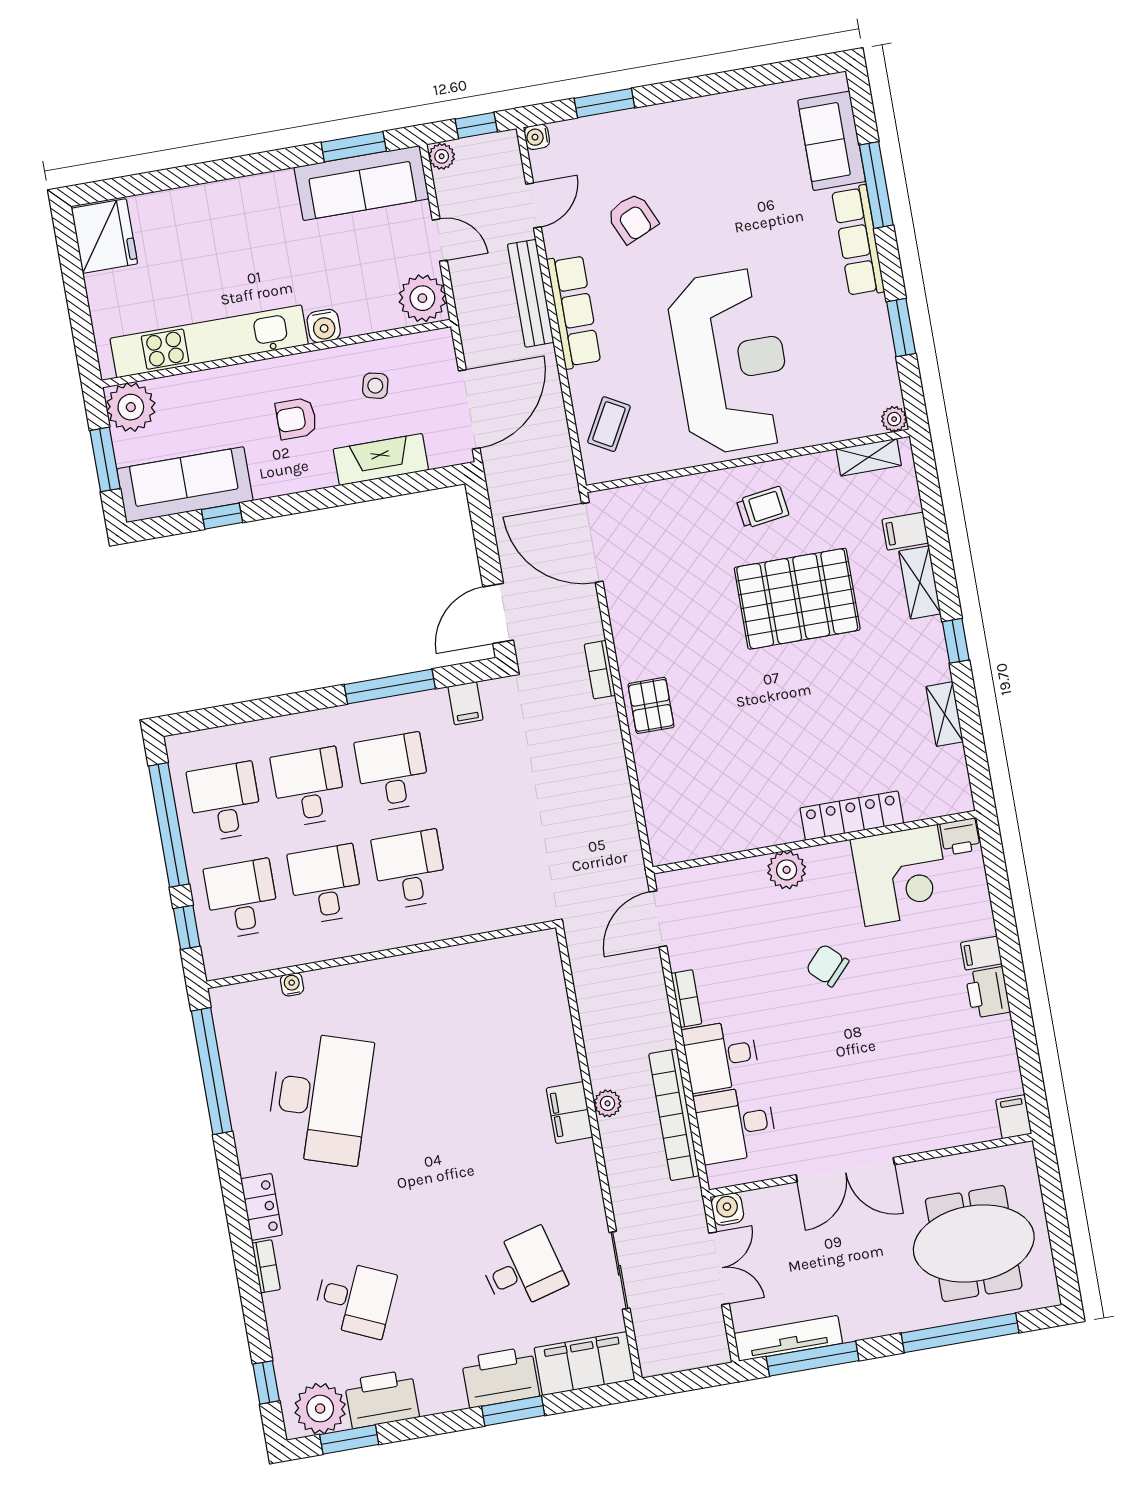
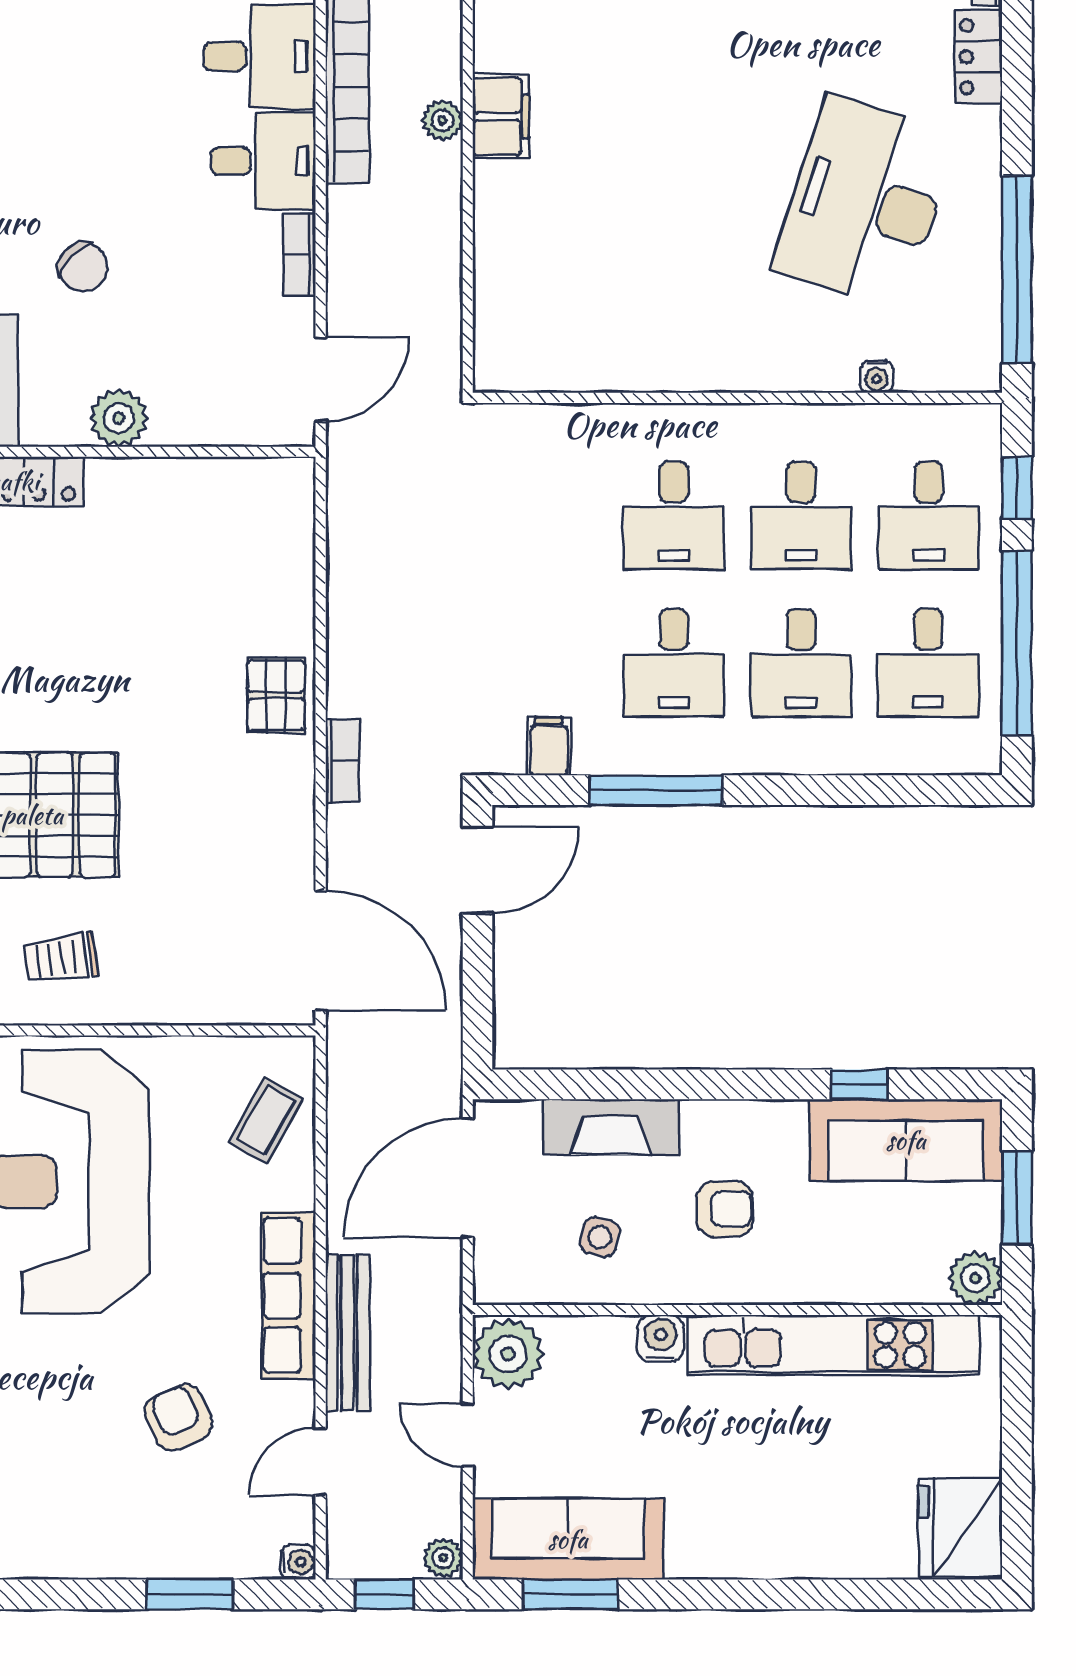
plant: (131, 407) -> (975, 1278), width x0.73, depth x0.73

